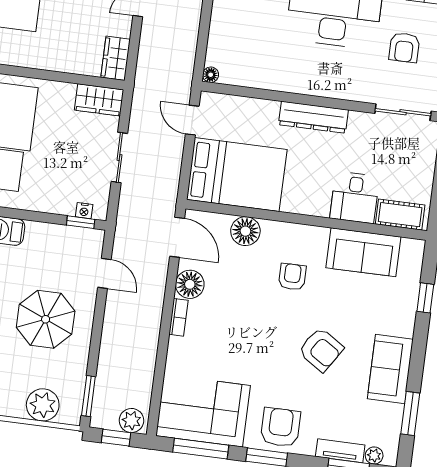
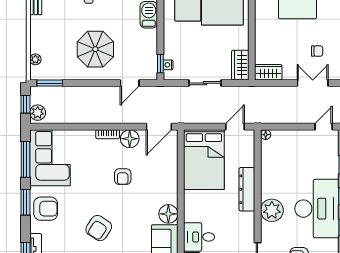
plant: (328, 80) -> (272, 210), added
dresser: (313, 117) -> (247, 189), moved
floor lamp: (245, 231) -> (168, 214), moved
armchair: (292, 277) -> (123, 177), moved, turned 90
plant: (43, 405) -> (35, 59), width x0.53, depth x0.53

